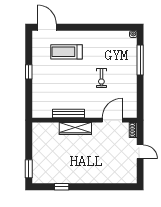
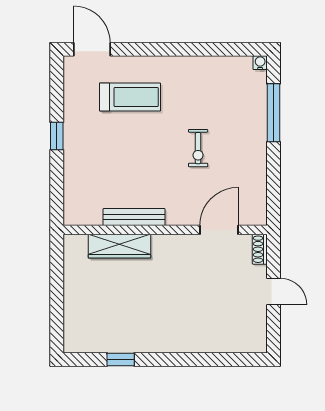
treadmill: (66, 52) -> (130, 97), turned 180
wardrobe: (75, 128) -> (119, 246), moved
window: (29, 169) -> (57, 325), removed

